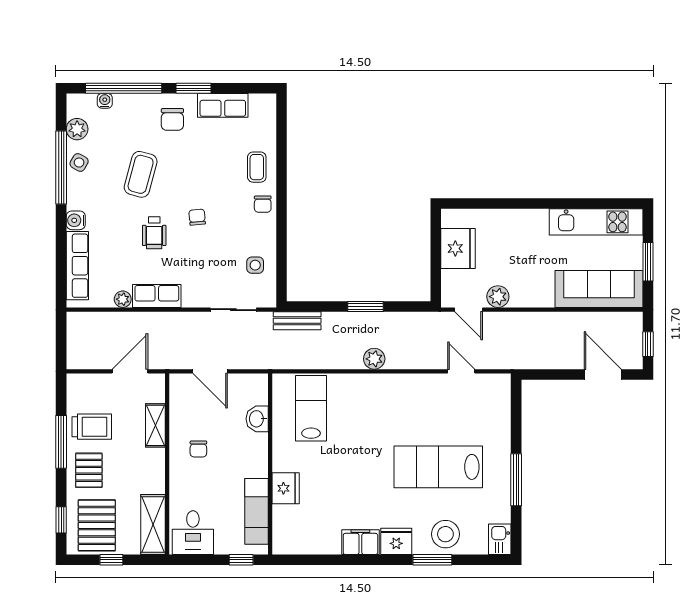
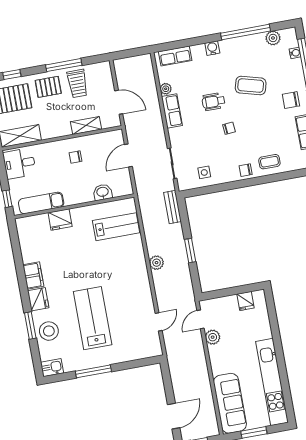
side table: (79, 163) -> (251, 43), removed
kitchen unit: (596, 222) -> (272, 382), width x1.36
fridge: (458, 248) -> (246, 301), width x0.53, depth x0.75
row of seats: (77, 266) -> (175, 56), width x0.68

